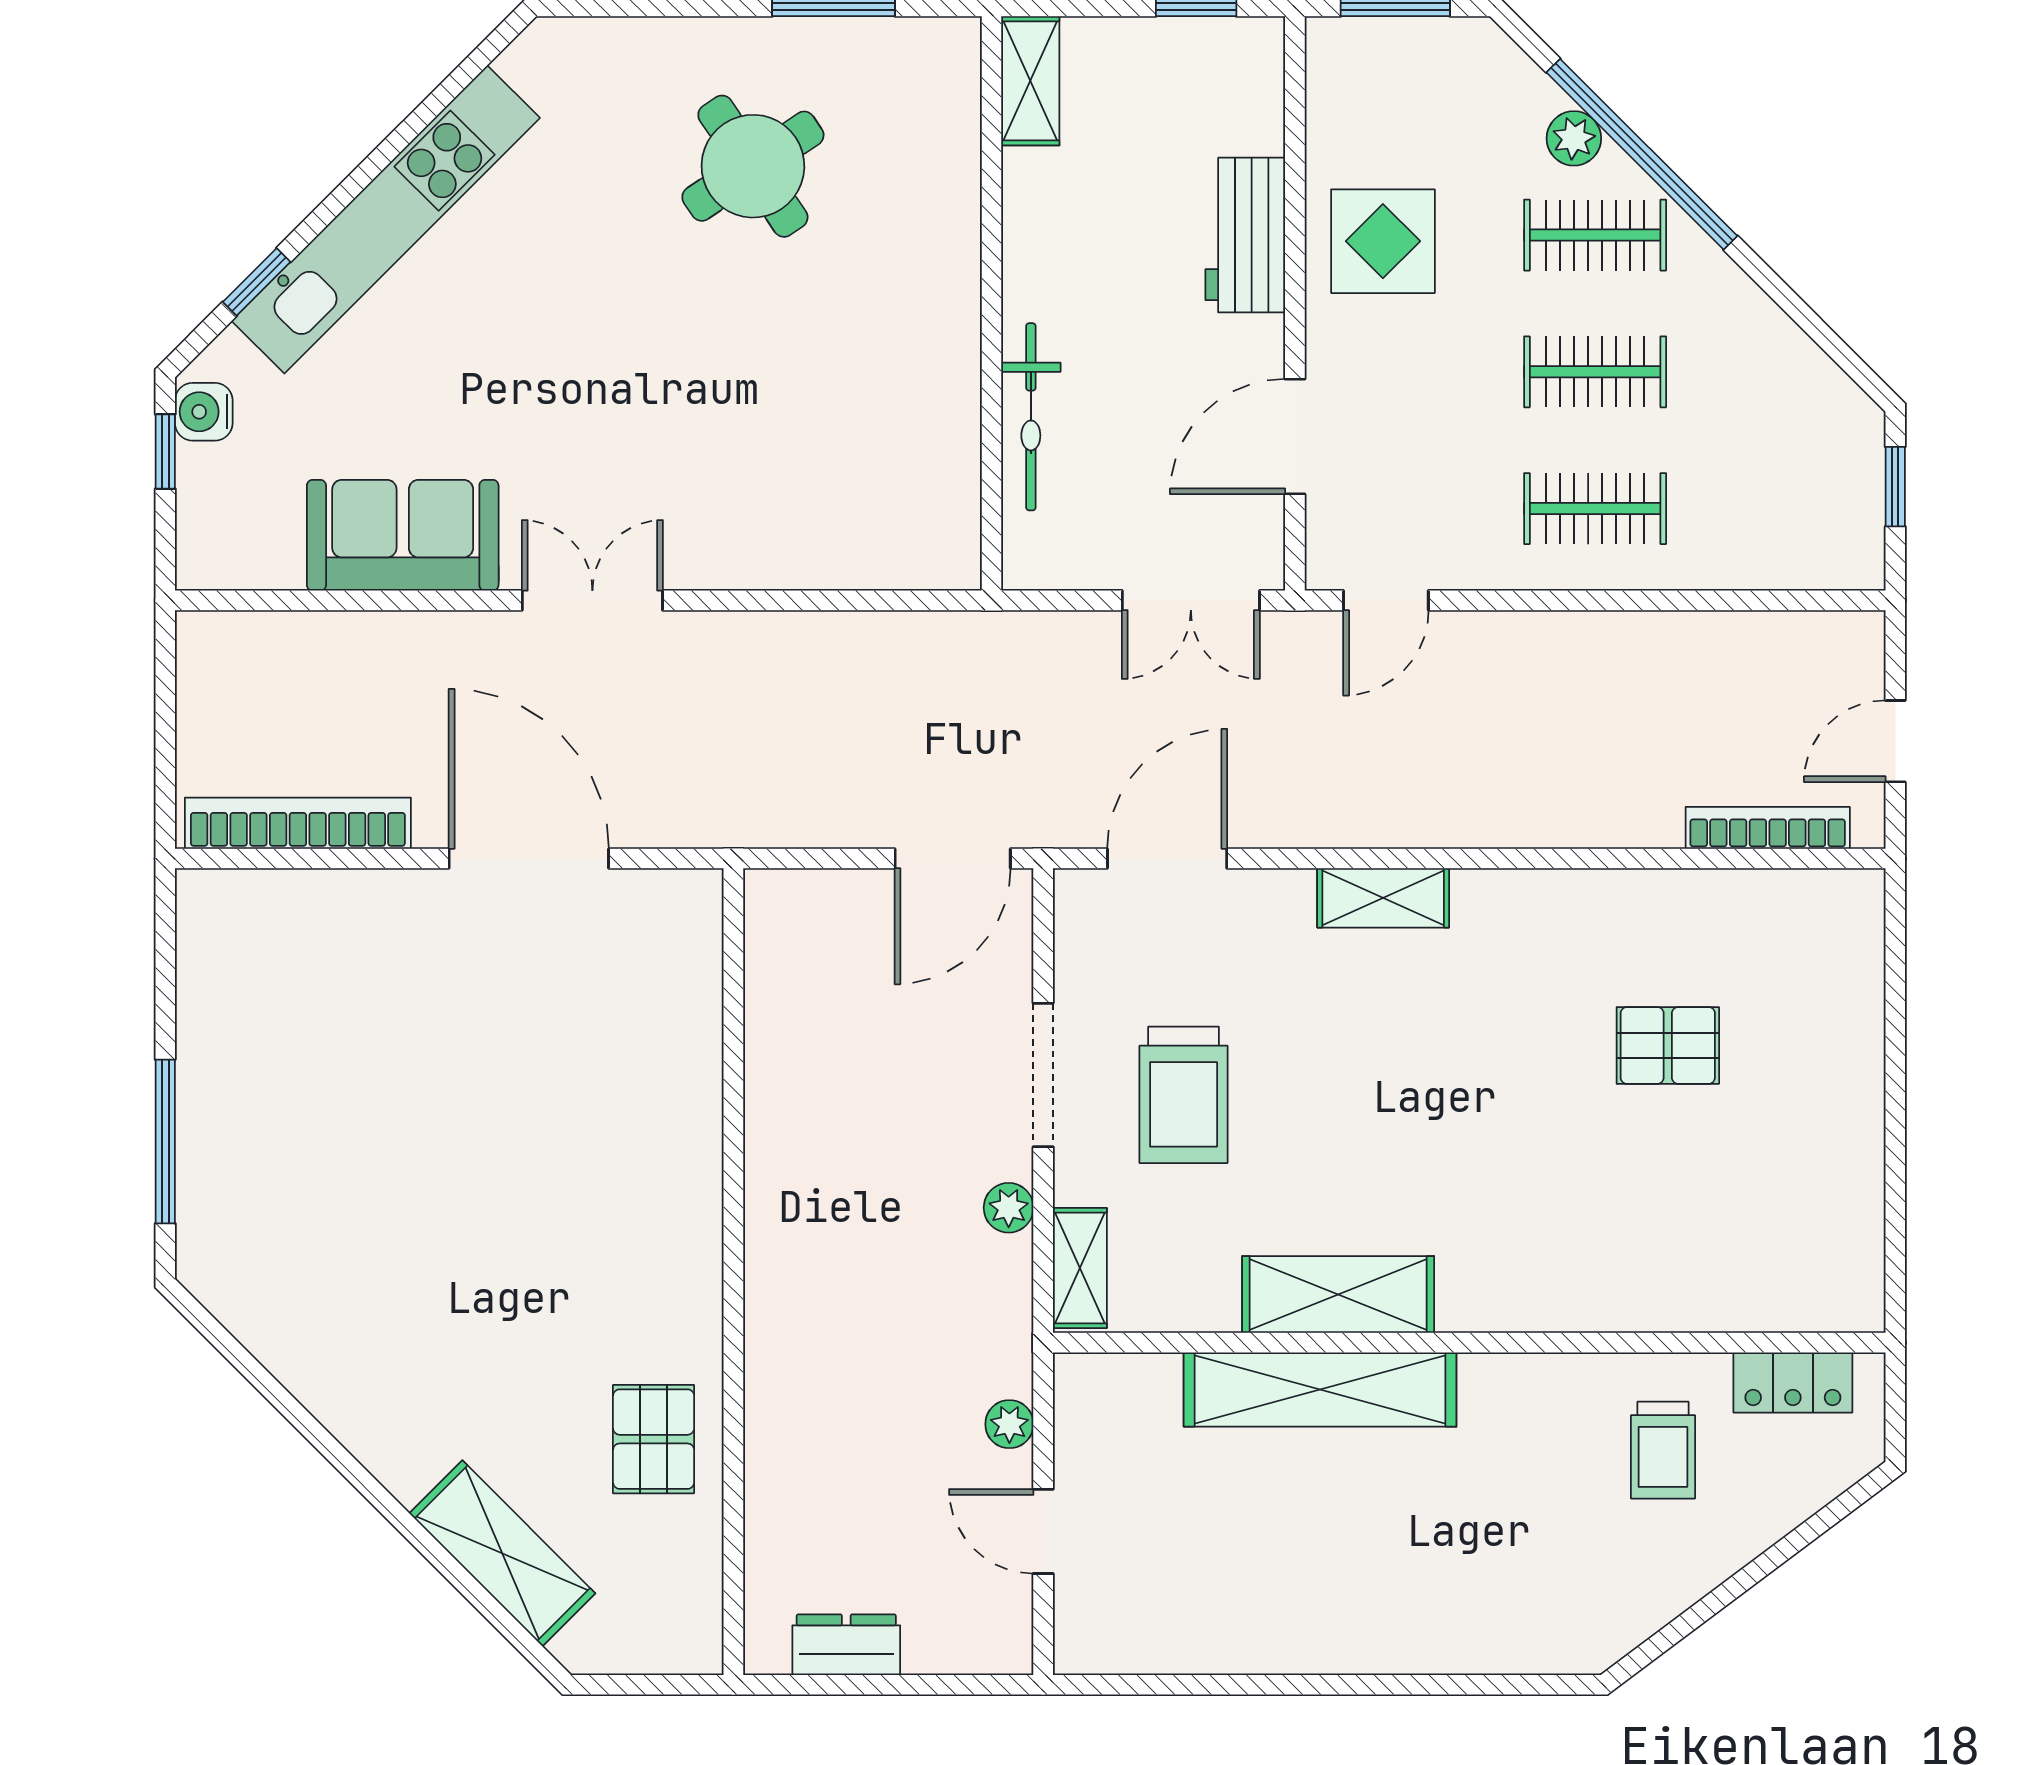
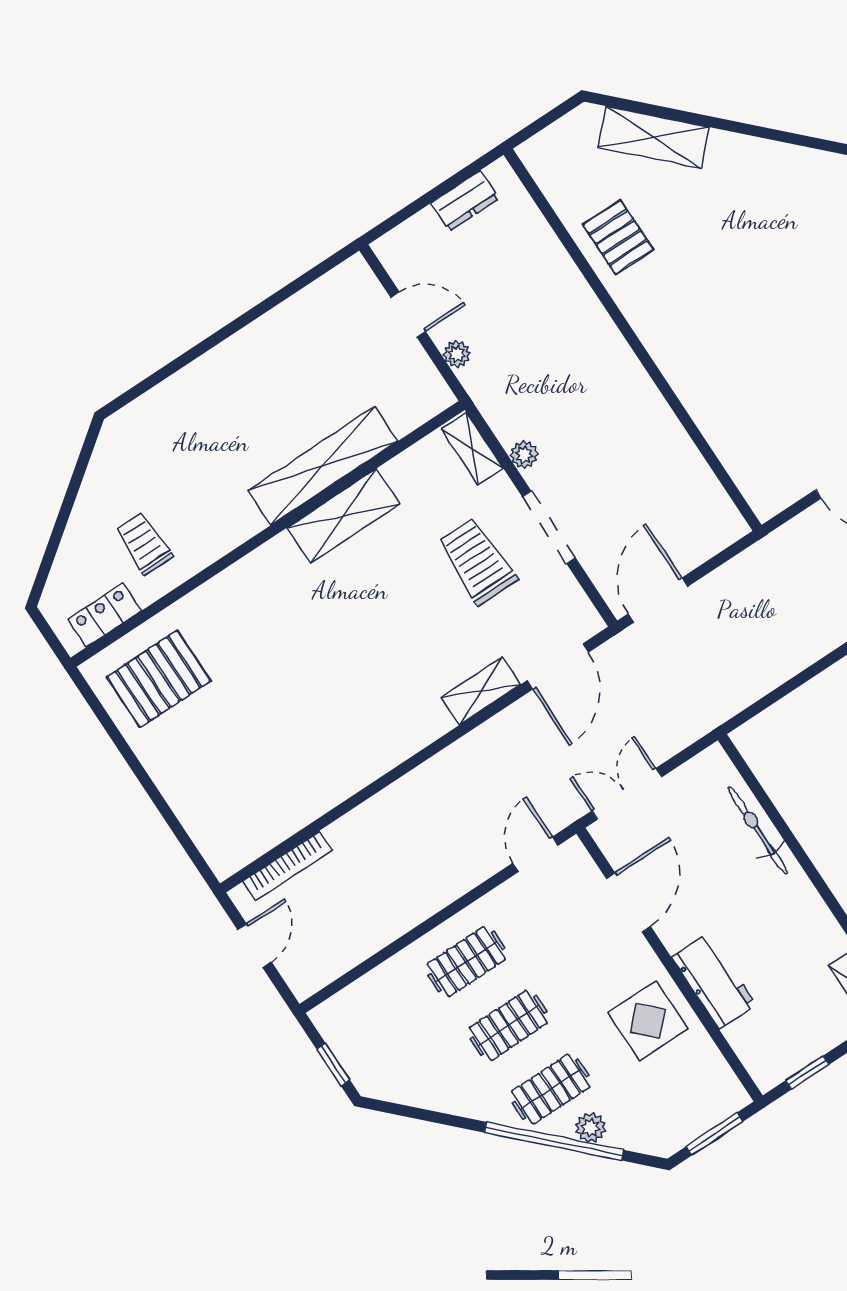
shelving: (1383, 898) -> (481, 691), moved
pallet: (1668, 1045) -> (159, 679), moved, width x1.50, depth x1.42

